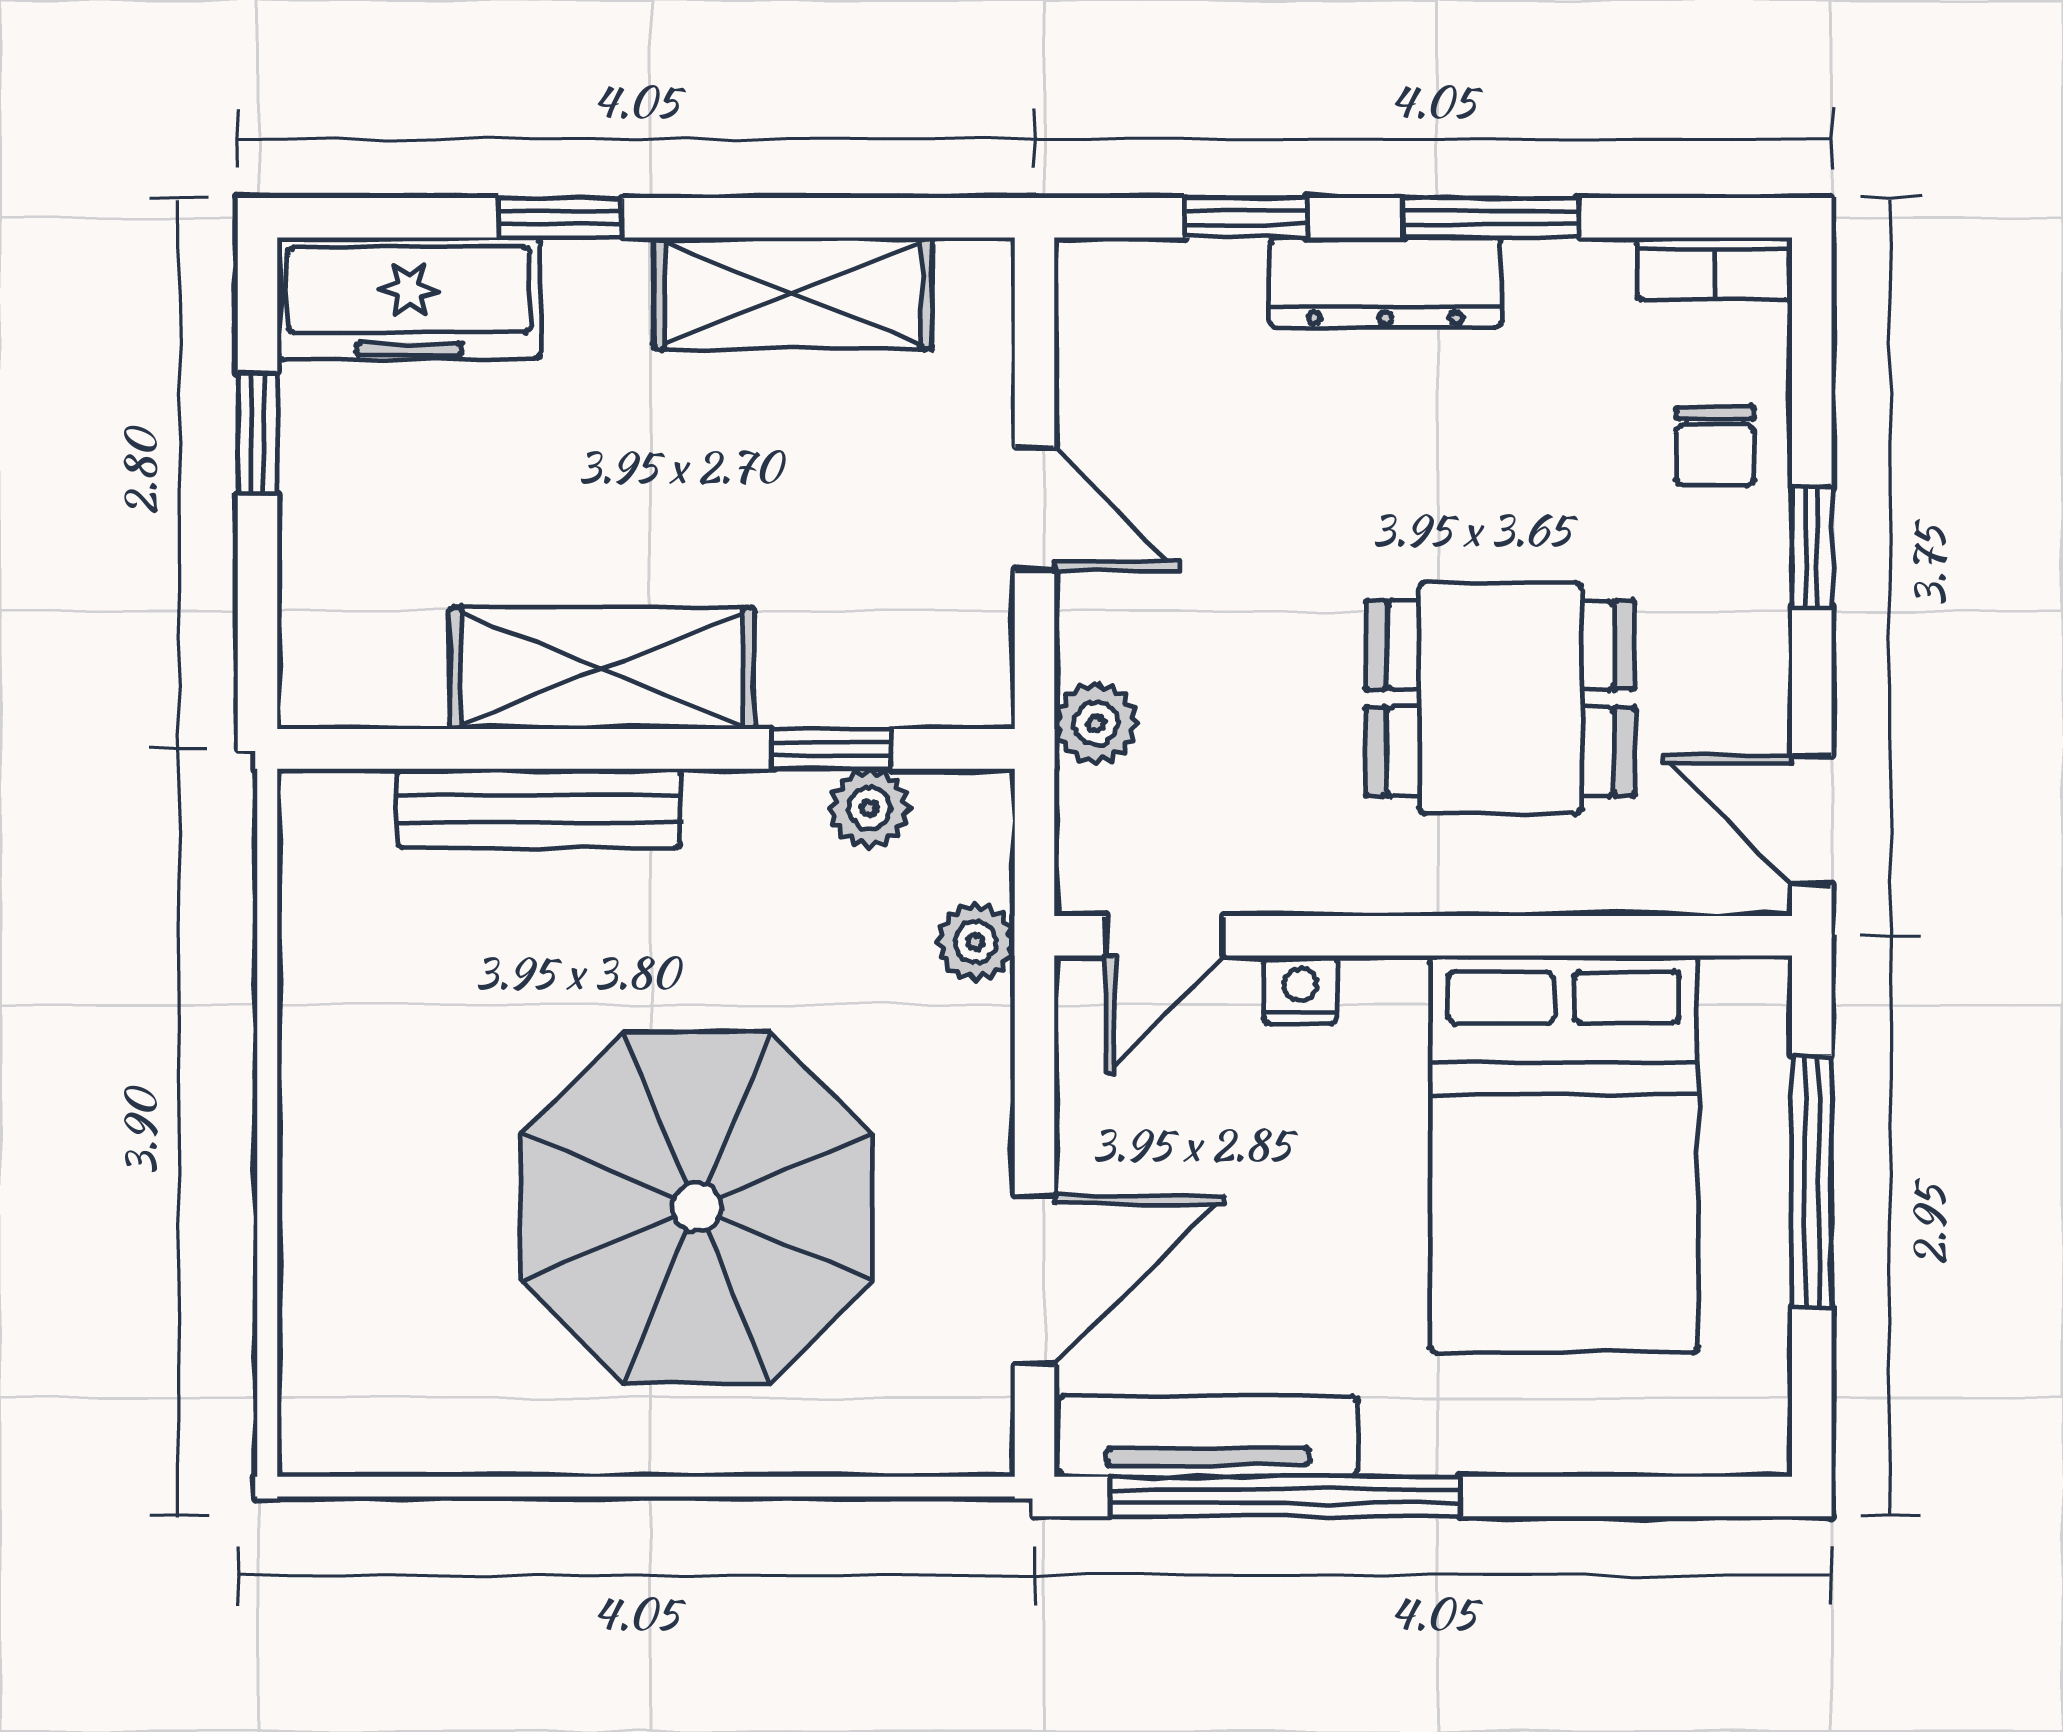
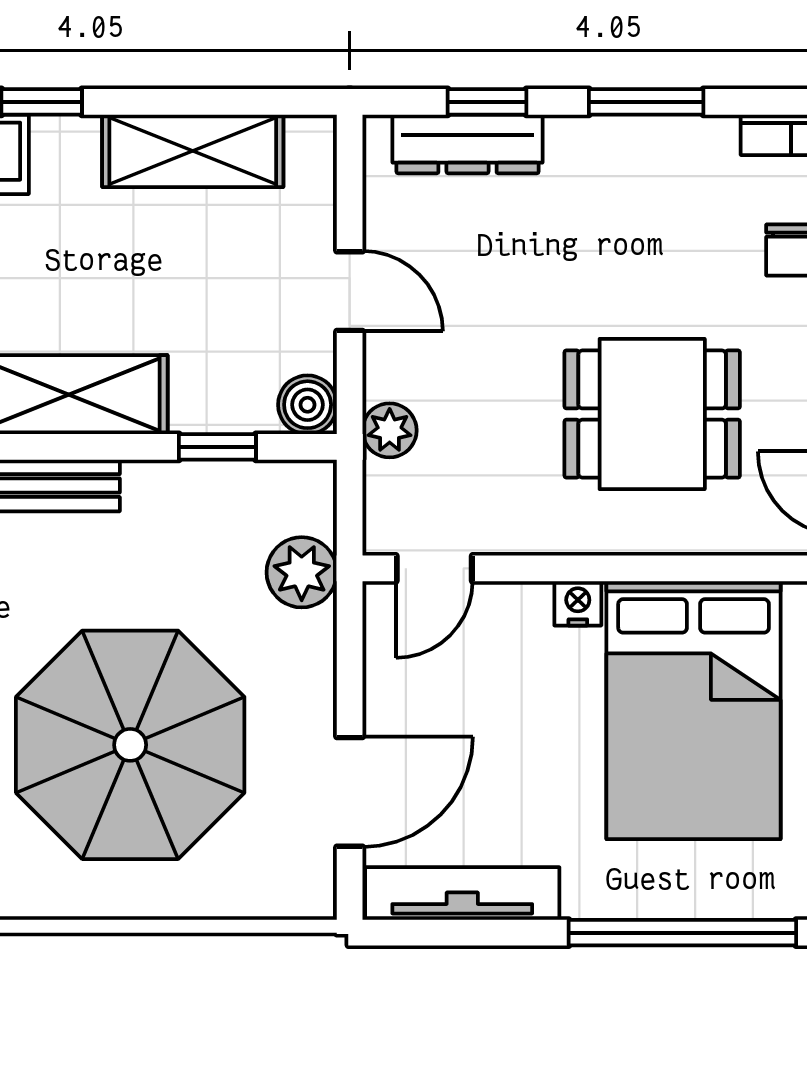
dresser: (1385, 283) -> (468, 144), moved
boiler: (970, 684) -> (308, 405), added
plant: (869, 808) -> (242, 485), removed
plant: (976, 942) -> (302, 572), width x1.38, depth x1.38
nightstand: (1300, 990) -> (578, 603), moved
window: (1285, 1496) -> (682, 933), moved

